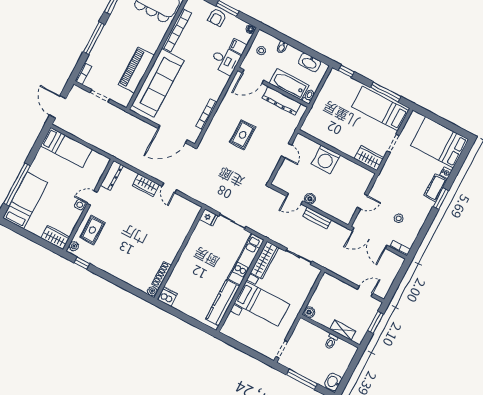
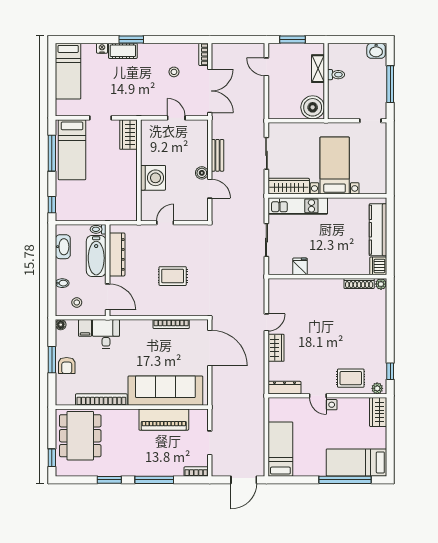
armchair: (217, 17) -> (67, 365), turned 90
bed: (440, 142) -> (68, 71), width x0.67
fridge: (209, 217) -> (300, 266), moved
kitchen counter: (223, 303) -> (378, 230), moved, turned 90
boiler: (309, 312) -> (313, 107), width x1.86, depth x1.86

